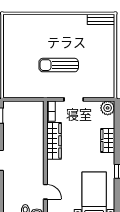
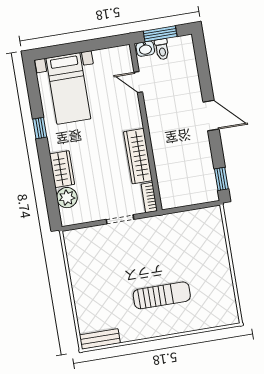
sun lounger: (59, 65) -> (162, 295), moved
plant: (108, 108) -> (67, 198), moved

